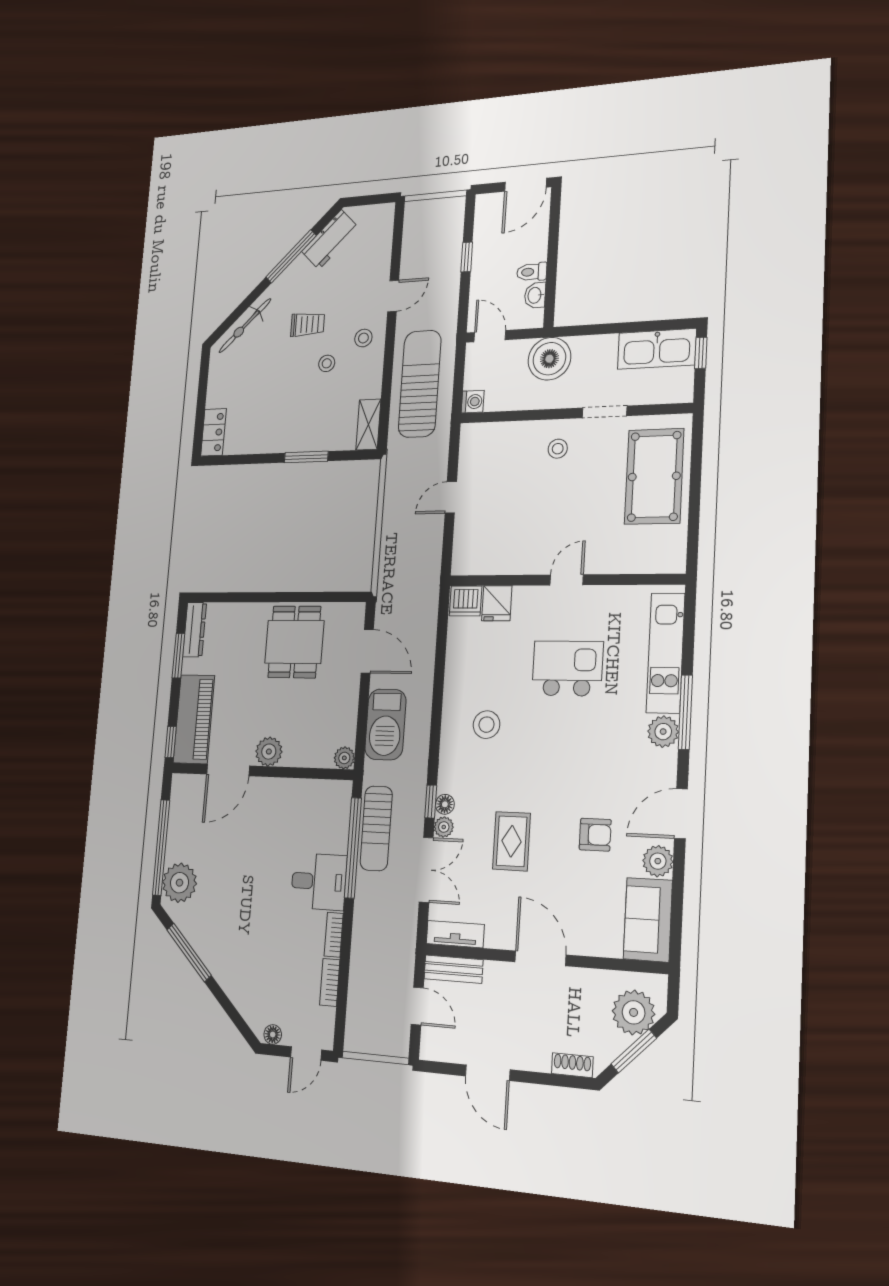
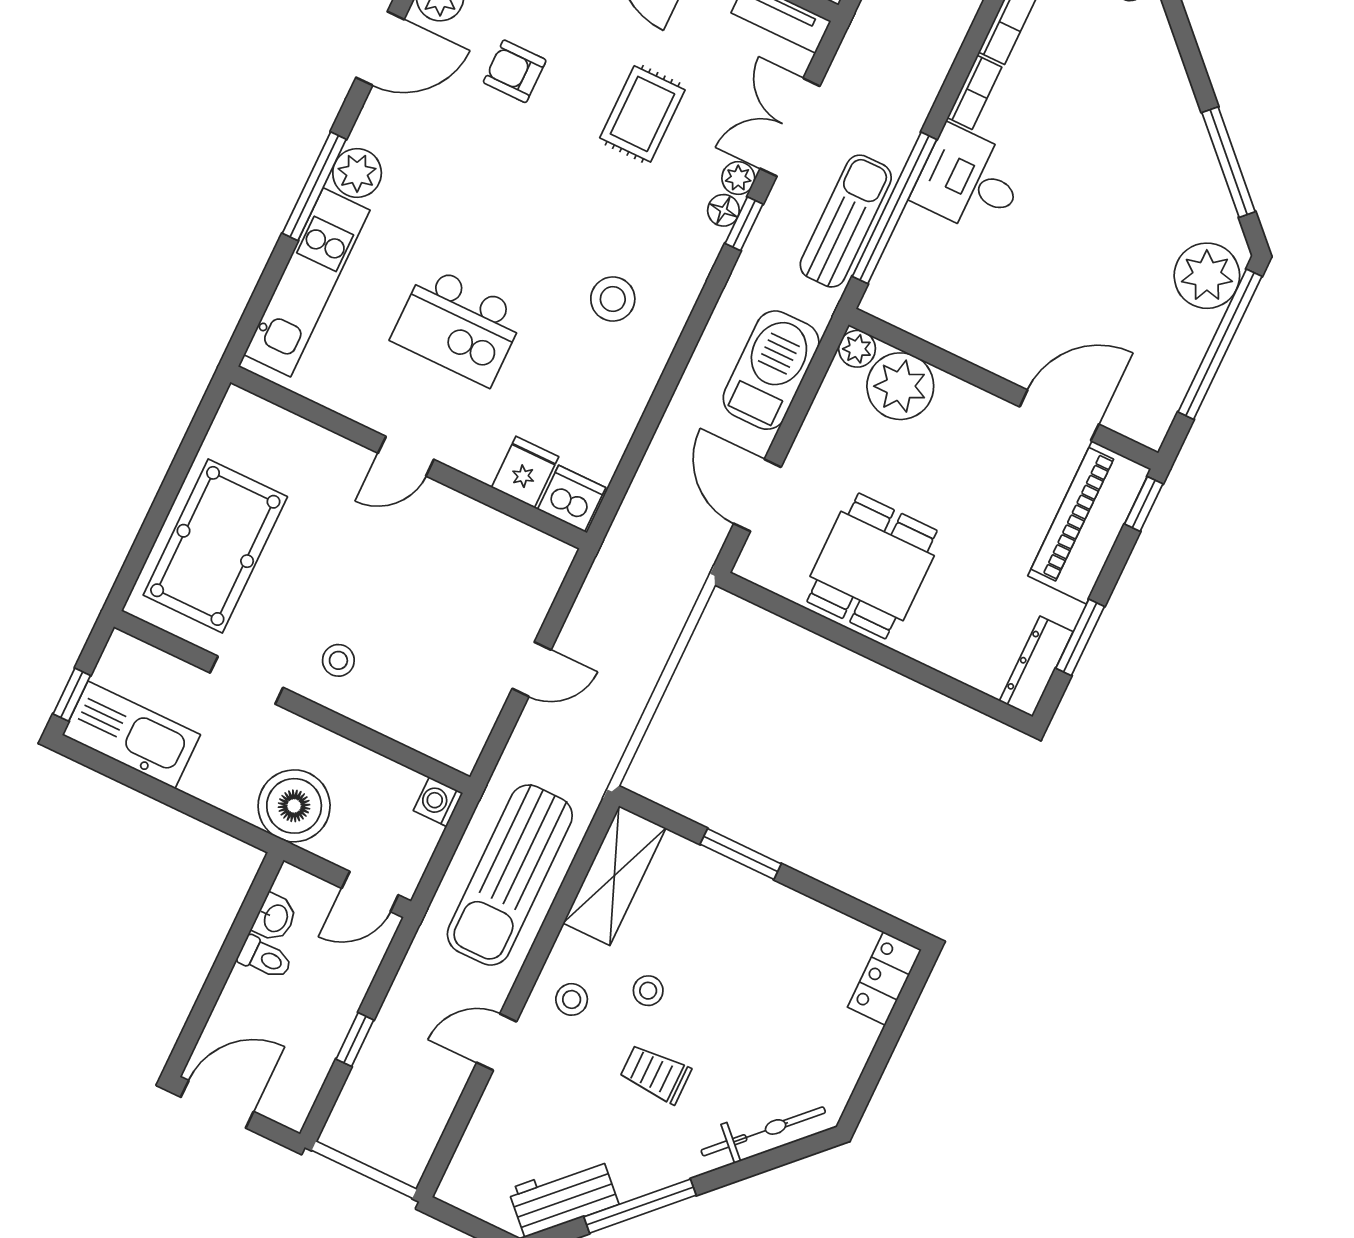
door: (490, 336) -> (370, 892), hinge flipped
shelving: (368, 425) -> (614, 876), width x1.50, depth x1.33
plant: (269, 752) -> (900, 386), moved, width x1.36, depth x1.36

